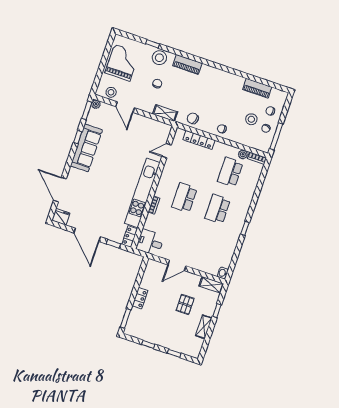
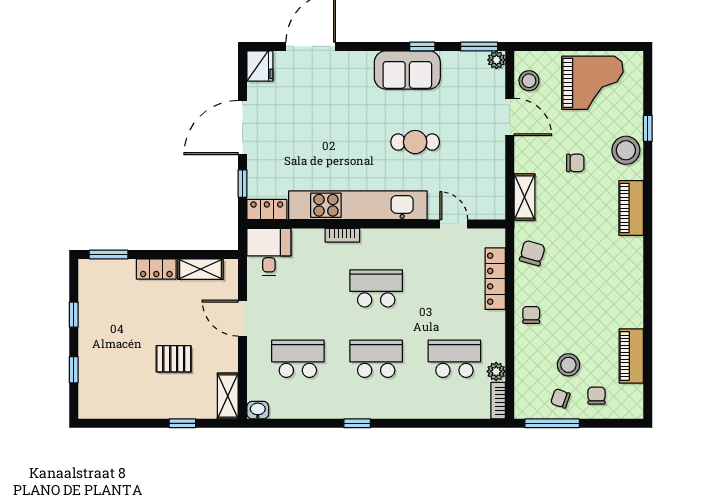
door: (125, 107) -> (510, 117), swing flipped
sofa: (86, 148) -> (407, 70), width x0.73
cafe table: (122, 156) -> (415, 142), added
school desk: (205, 246) -> (298, 359), added
shelving: (204, 327) -> (201, 269), moved

